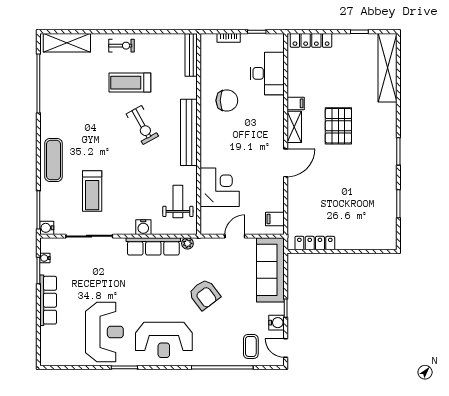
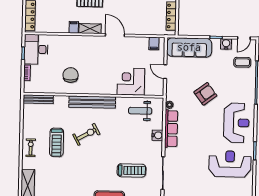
desk: (267, 73) -> (36, 49), moved, turned -90

